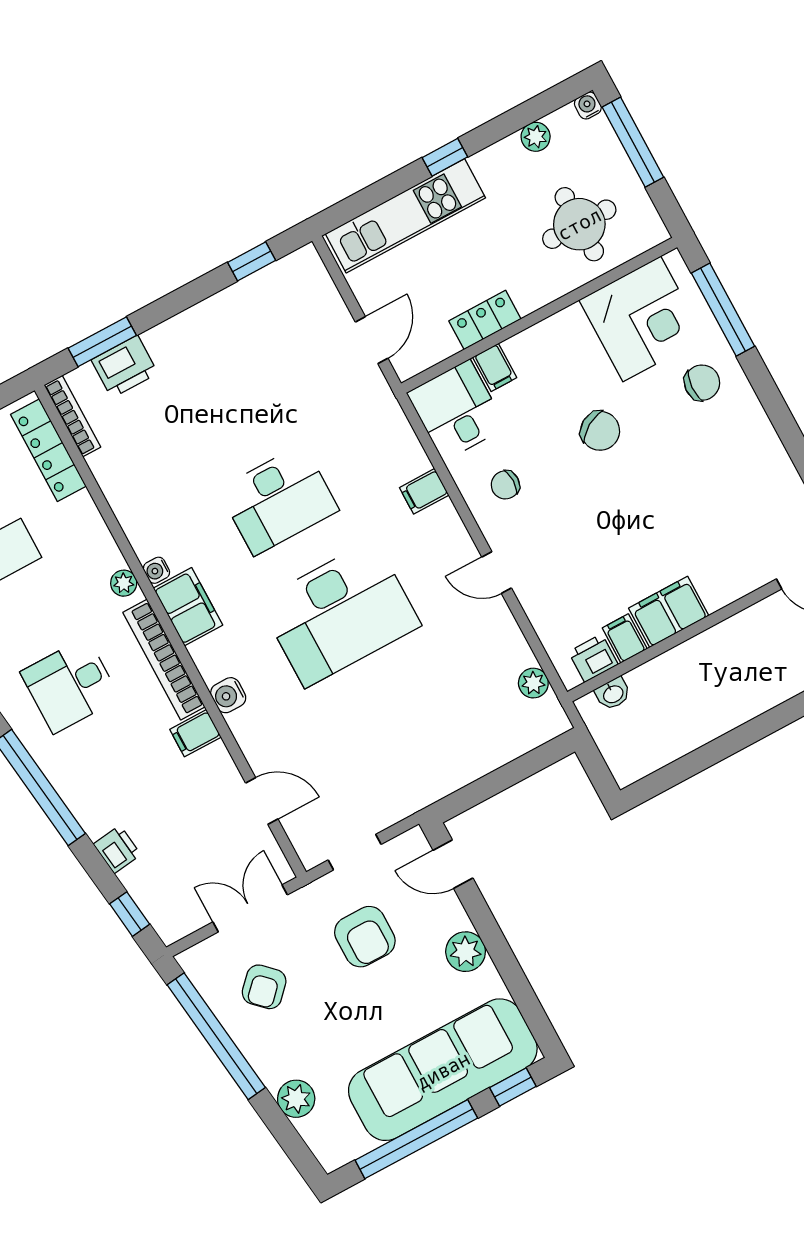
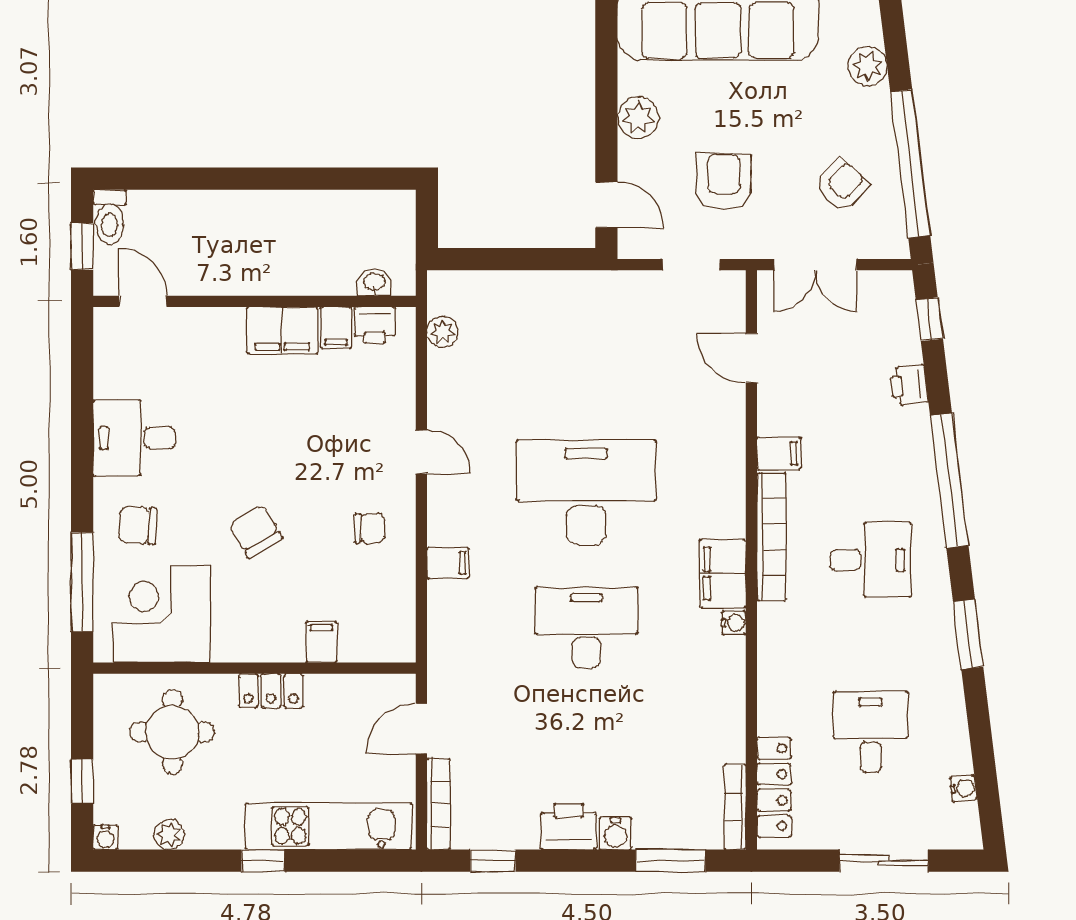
window: (633, 142) -> (82, 781), width x0.46
bookcase: (323, 284) -> (438, 804), added
locker: (485, 320) -> (271, 691), moved
printer: (125, 367) -> (569, 827), moved
desk: (457, 410) -> (134, 438), moved, turned 90
plant: (124, 583) -> (771, 627), removed
water cooler: (228, 695) -> (615, 834), moved, turned 90

